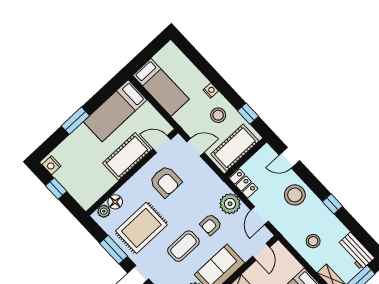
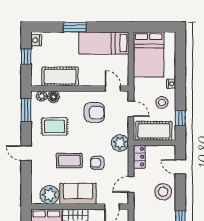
bed: (161, 87) -> (149, 55), width x1.50
cot: (127, 156) -> (60, 77), moved
armchair: (166, 181) -> (94, 112), turned -90
plant: (230, 204) -> (120, 143), moved
rug: (141, 228) -> (55, 126), width x0.73, depth x0.70
window: (113, 250) -> (26, 110), moved

